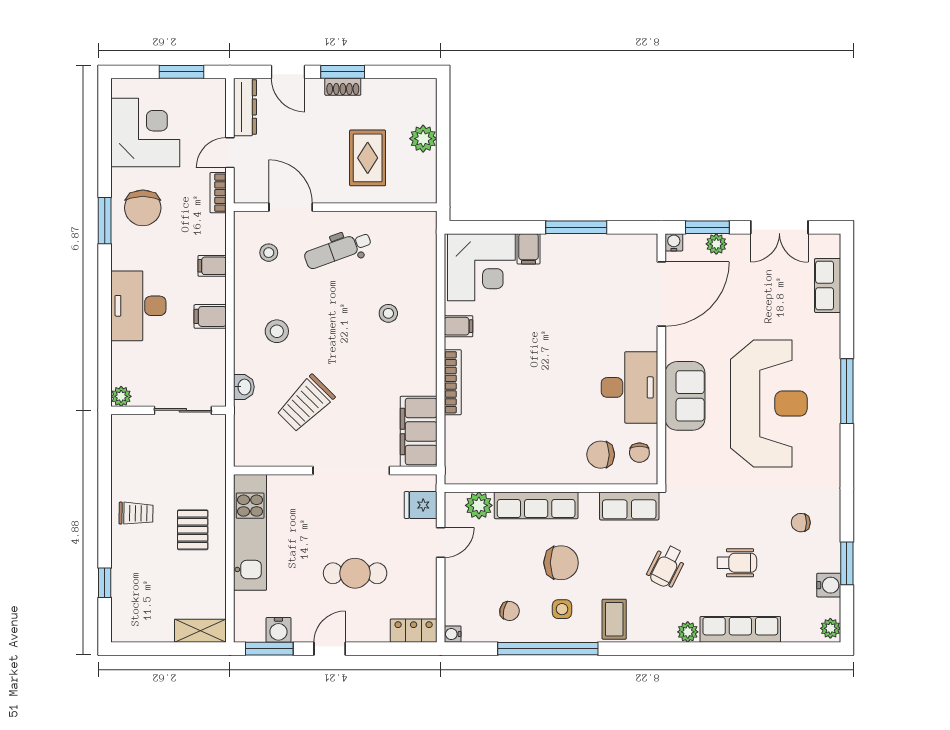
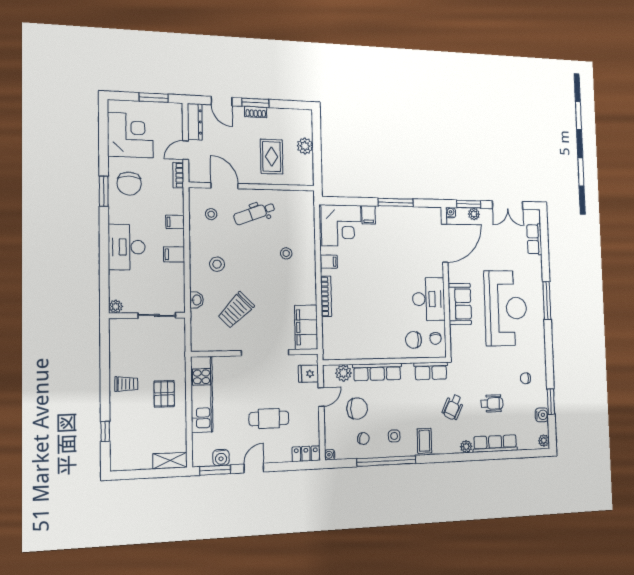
chair: (561, 563) -> (357, 409), moved

